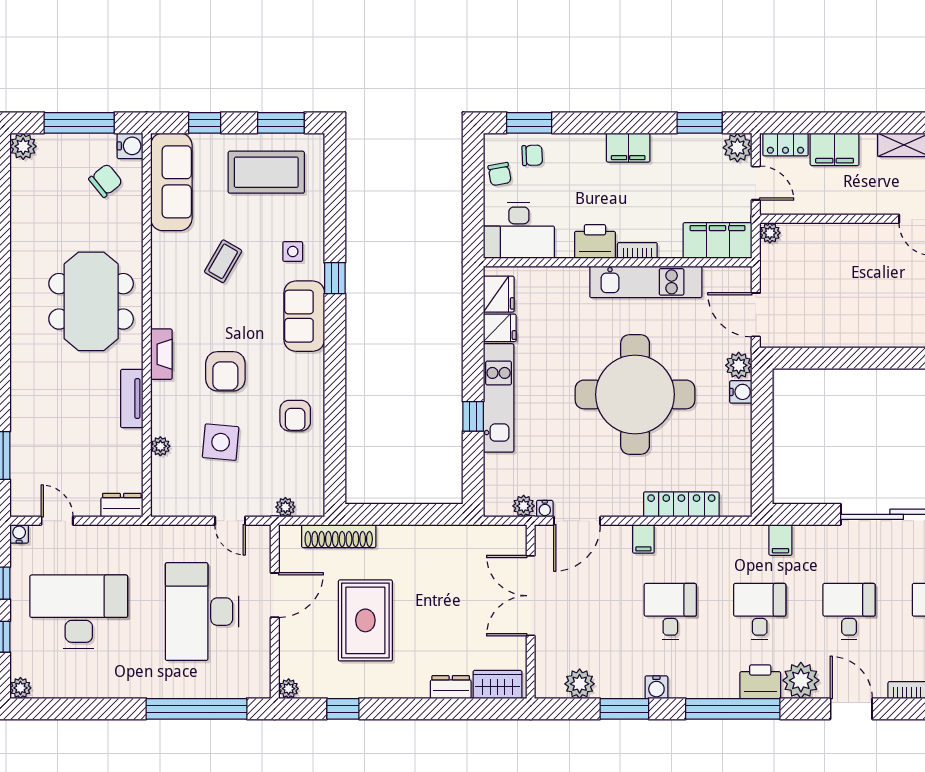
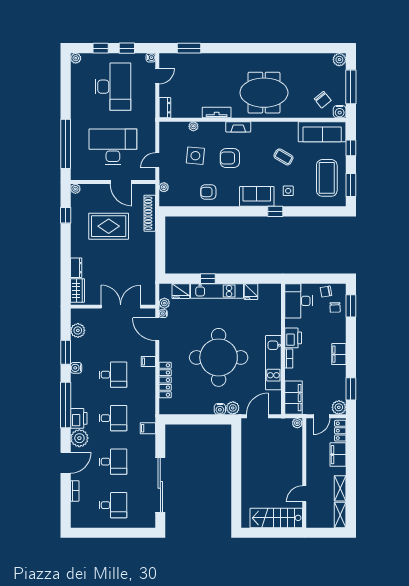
fridge: (499, 294) -> (181, 291), moved

